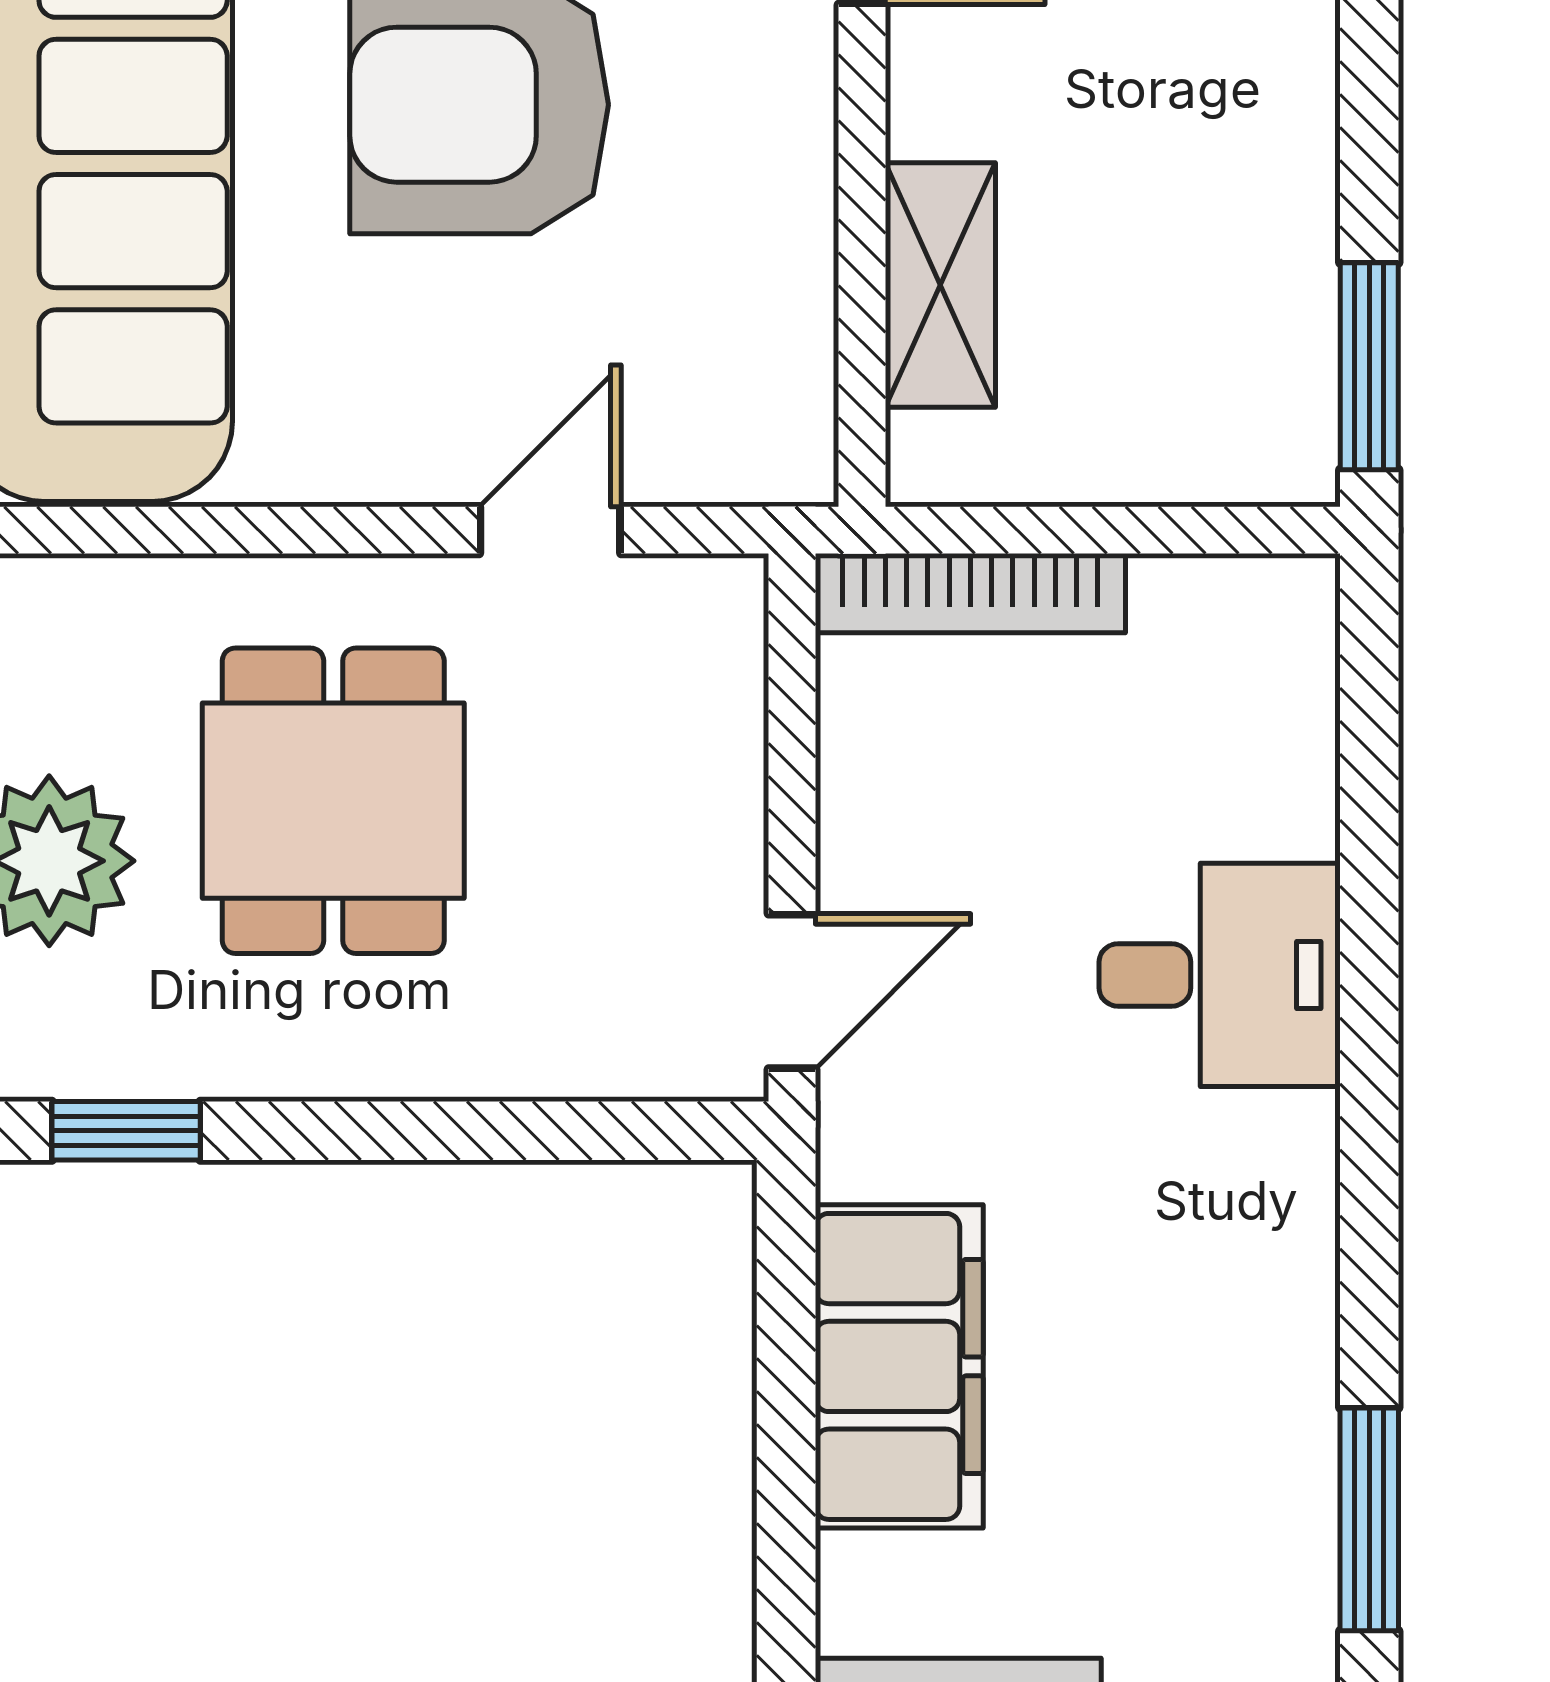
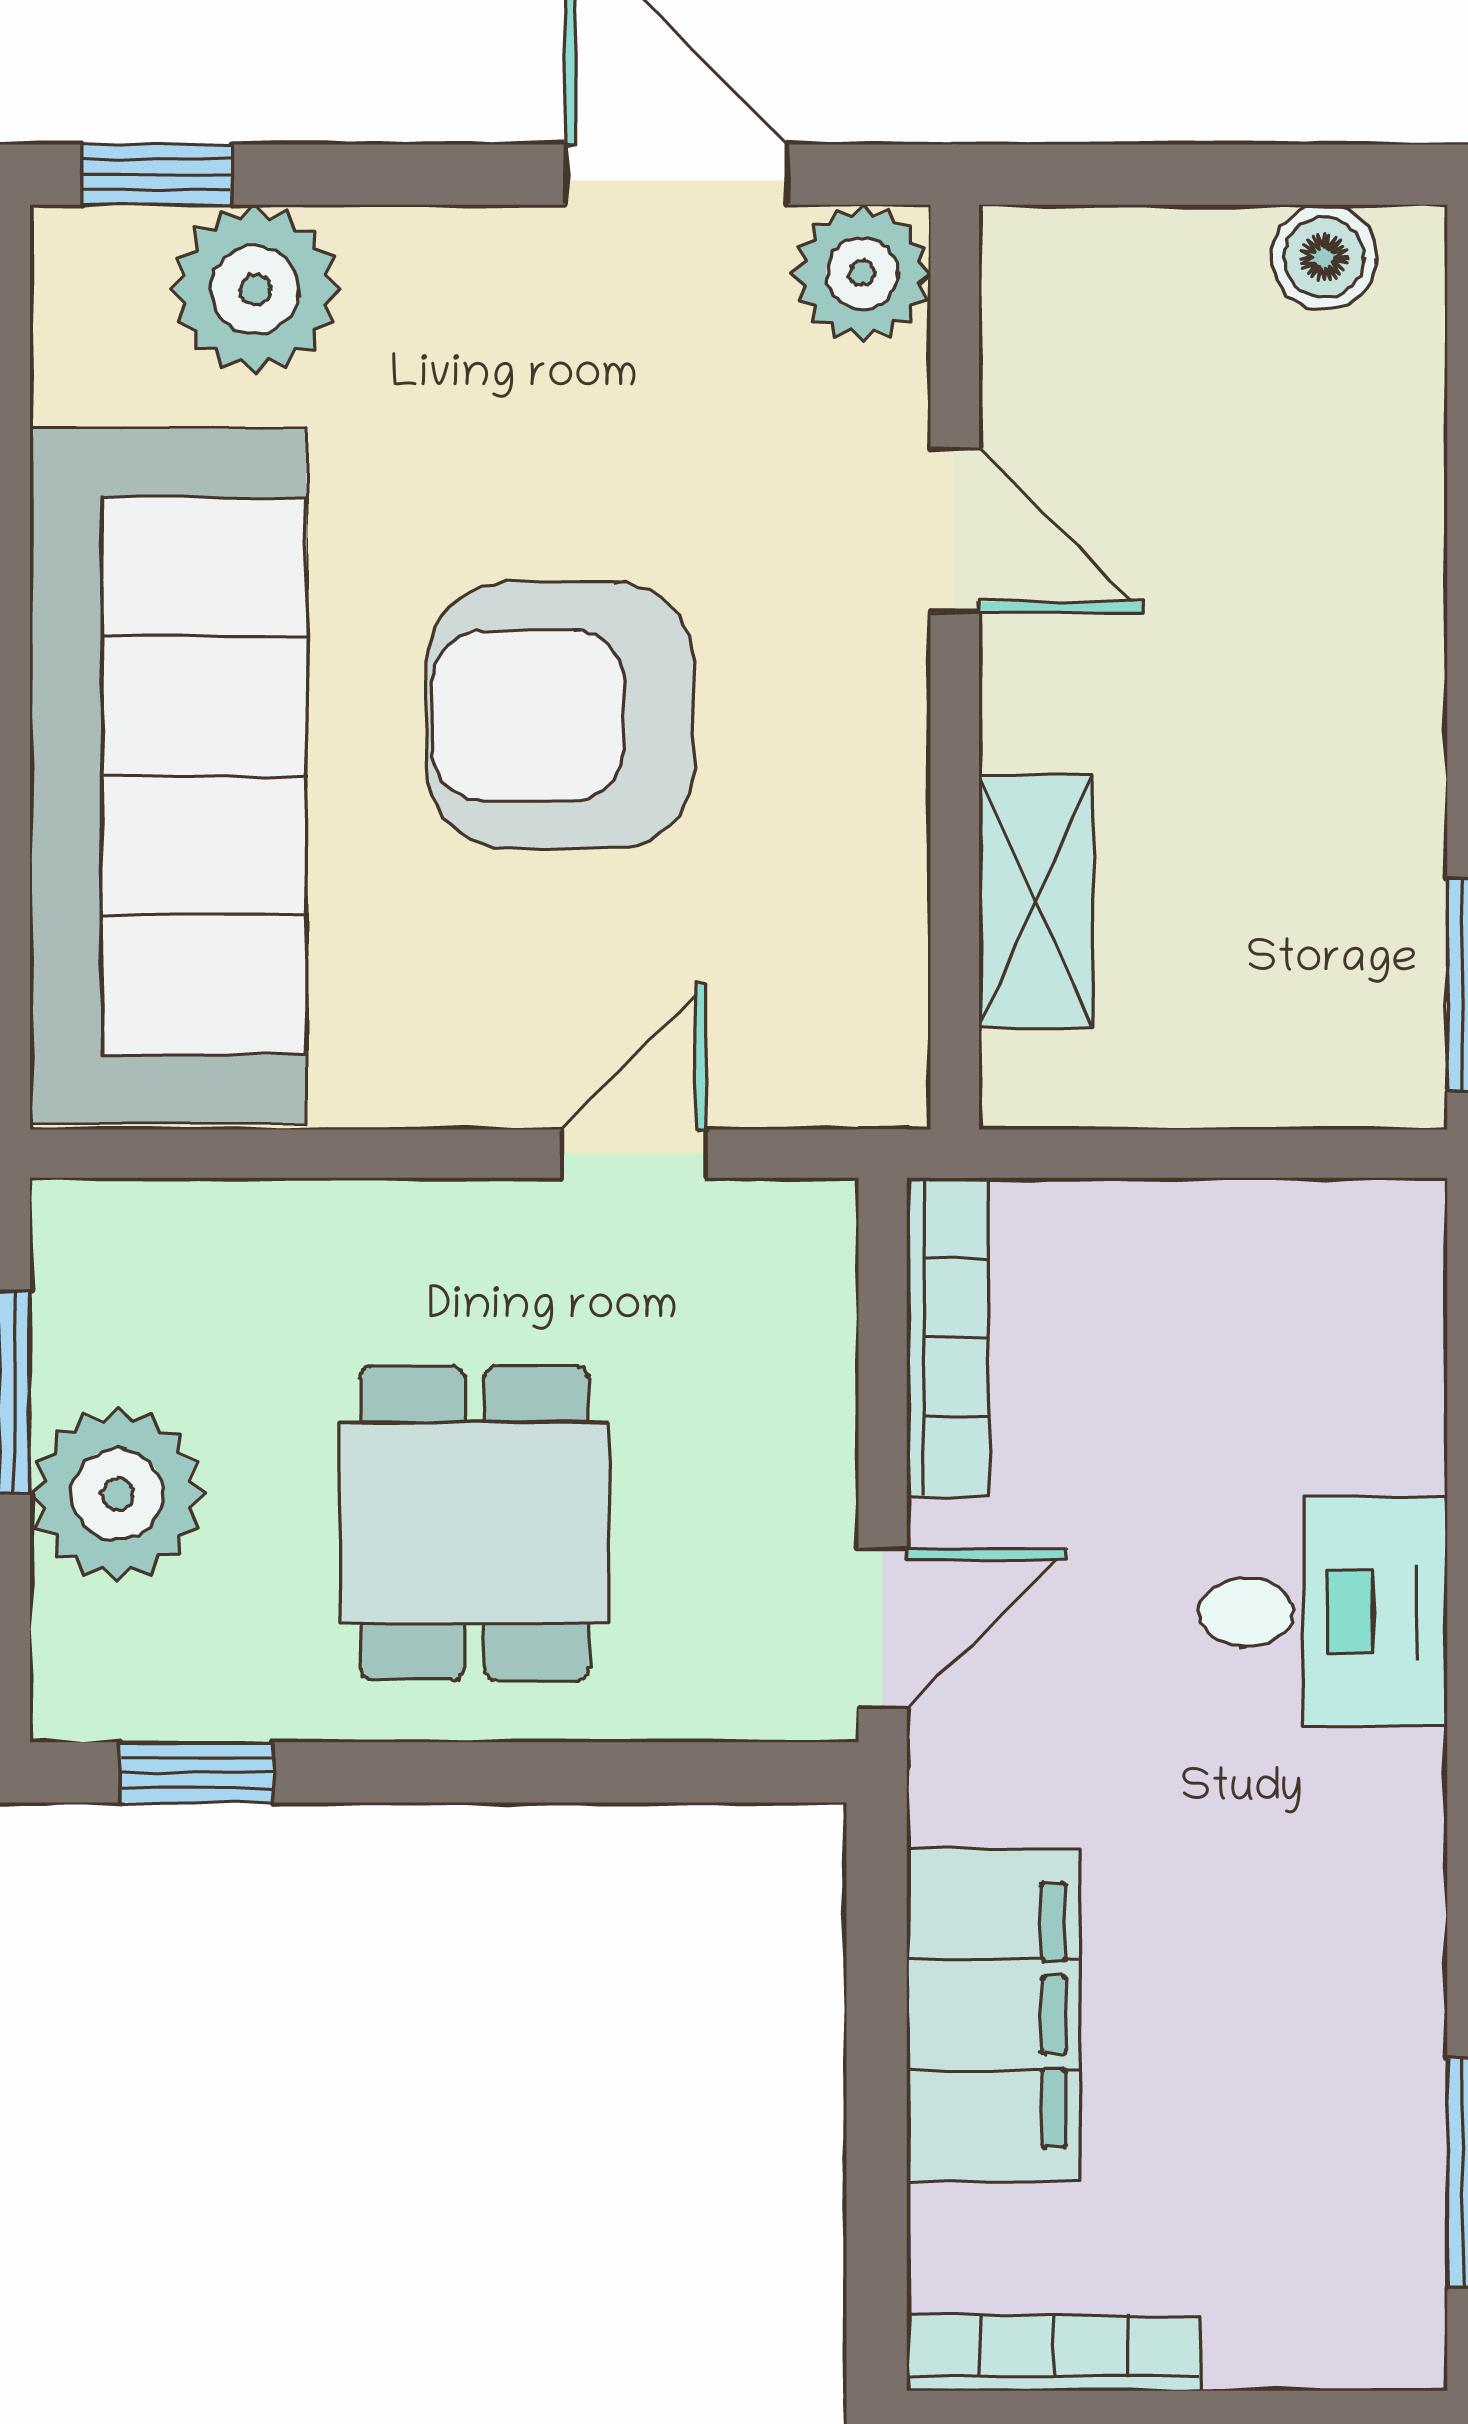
bookcase: (970, 593) -> (948, 1337), moved, turned -90
dining table: (333, 801) -> (475, 1523), moved

